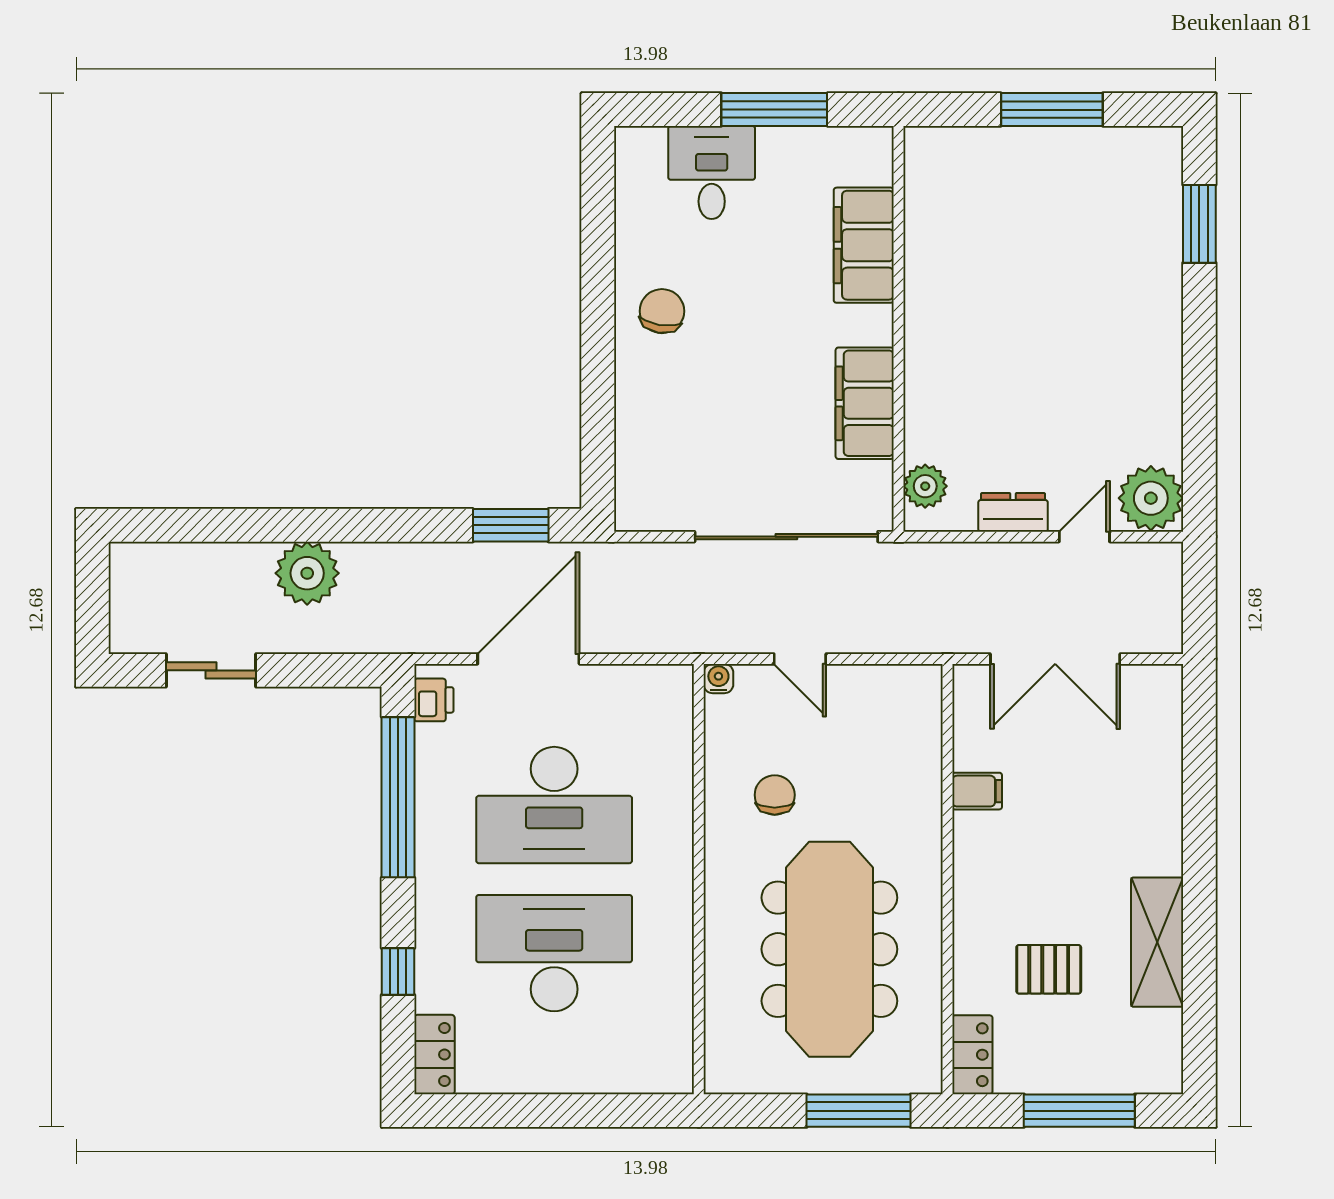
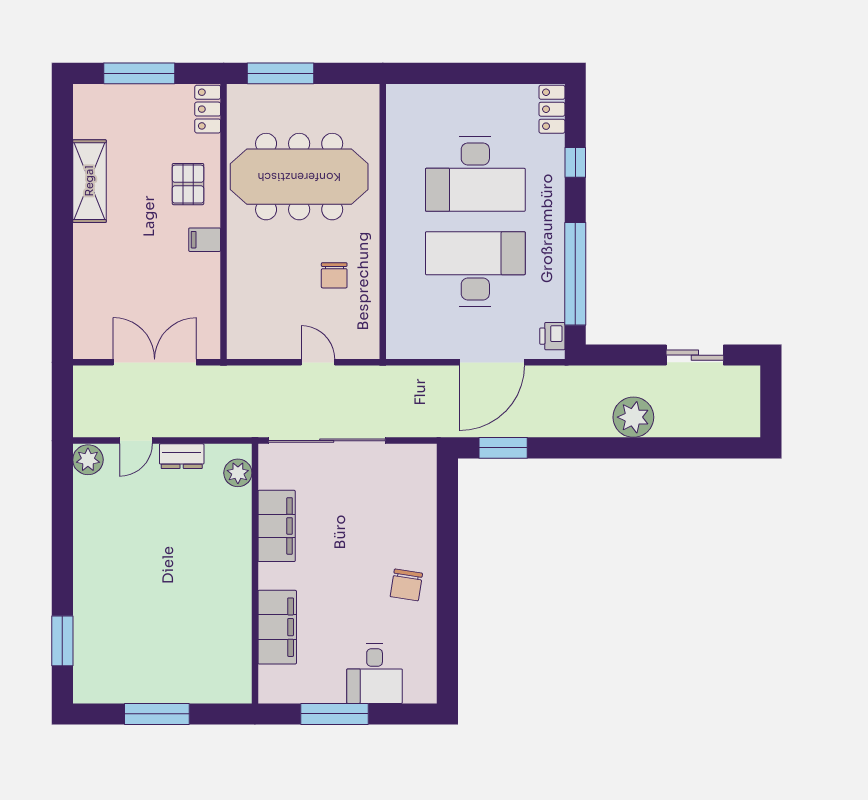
plant: (1151, 498) -> (88, 460), width x0.73, depth x0.73
water cooler: (718, 679) -> (370, 350), removed
filing cabinet: (977, 791) -> (205, 240), moved
meeting table: (829, 949) -> (299, 177), turned 90
pallet: (1049, 969) -> (188, 184), moved, turned 90

